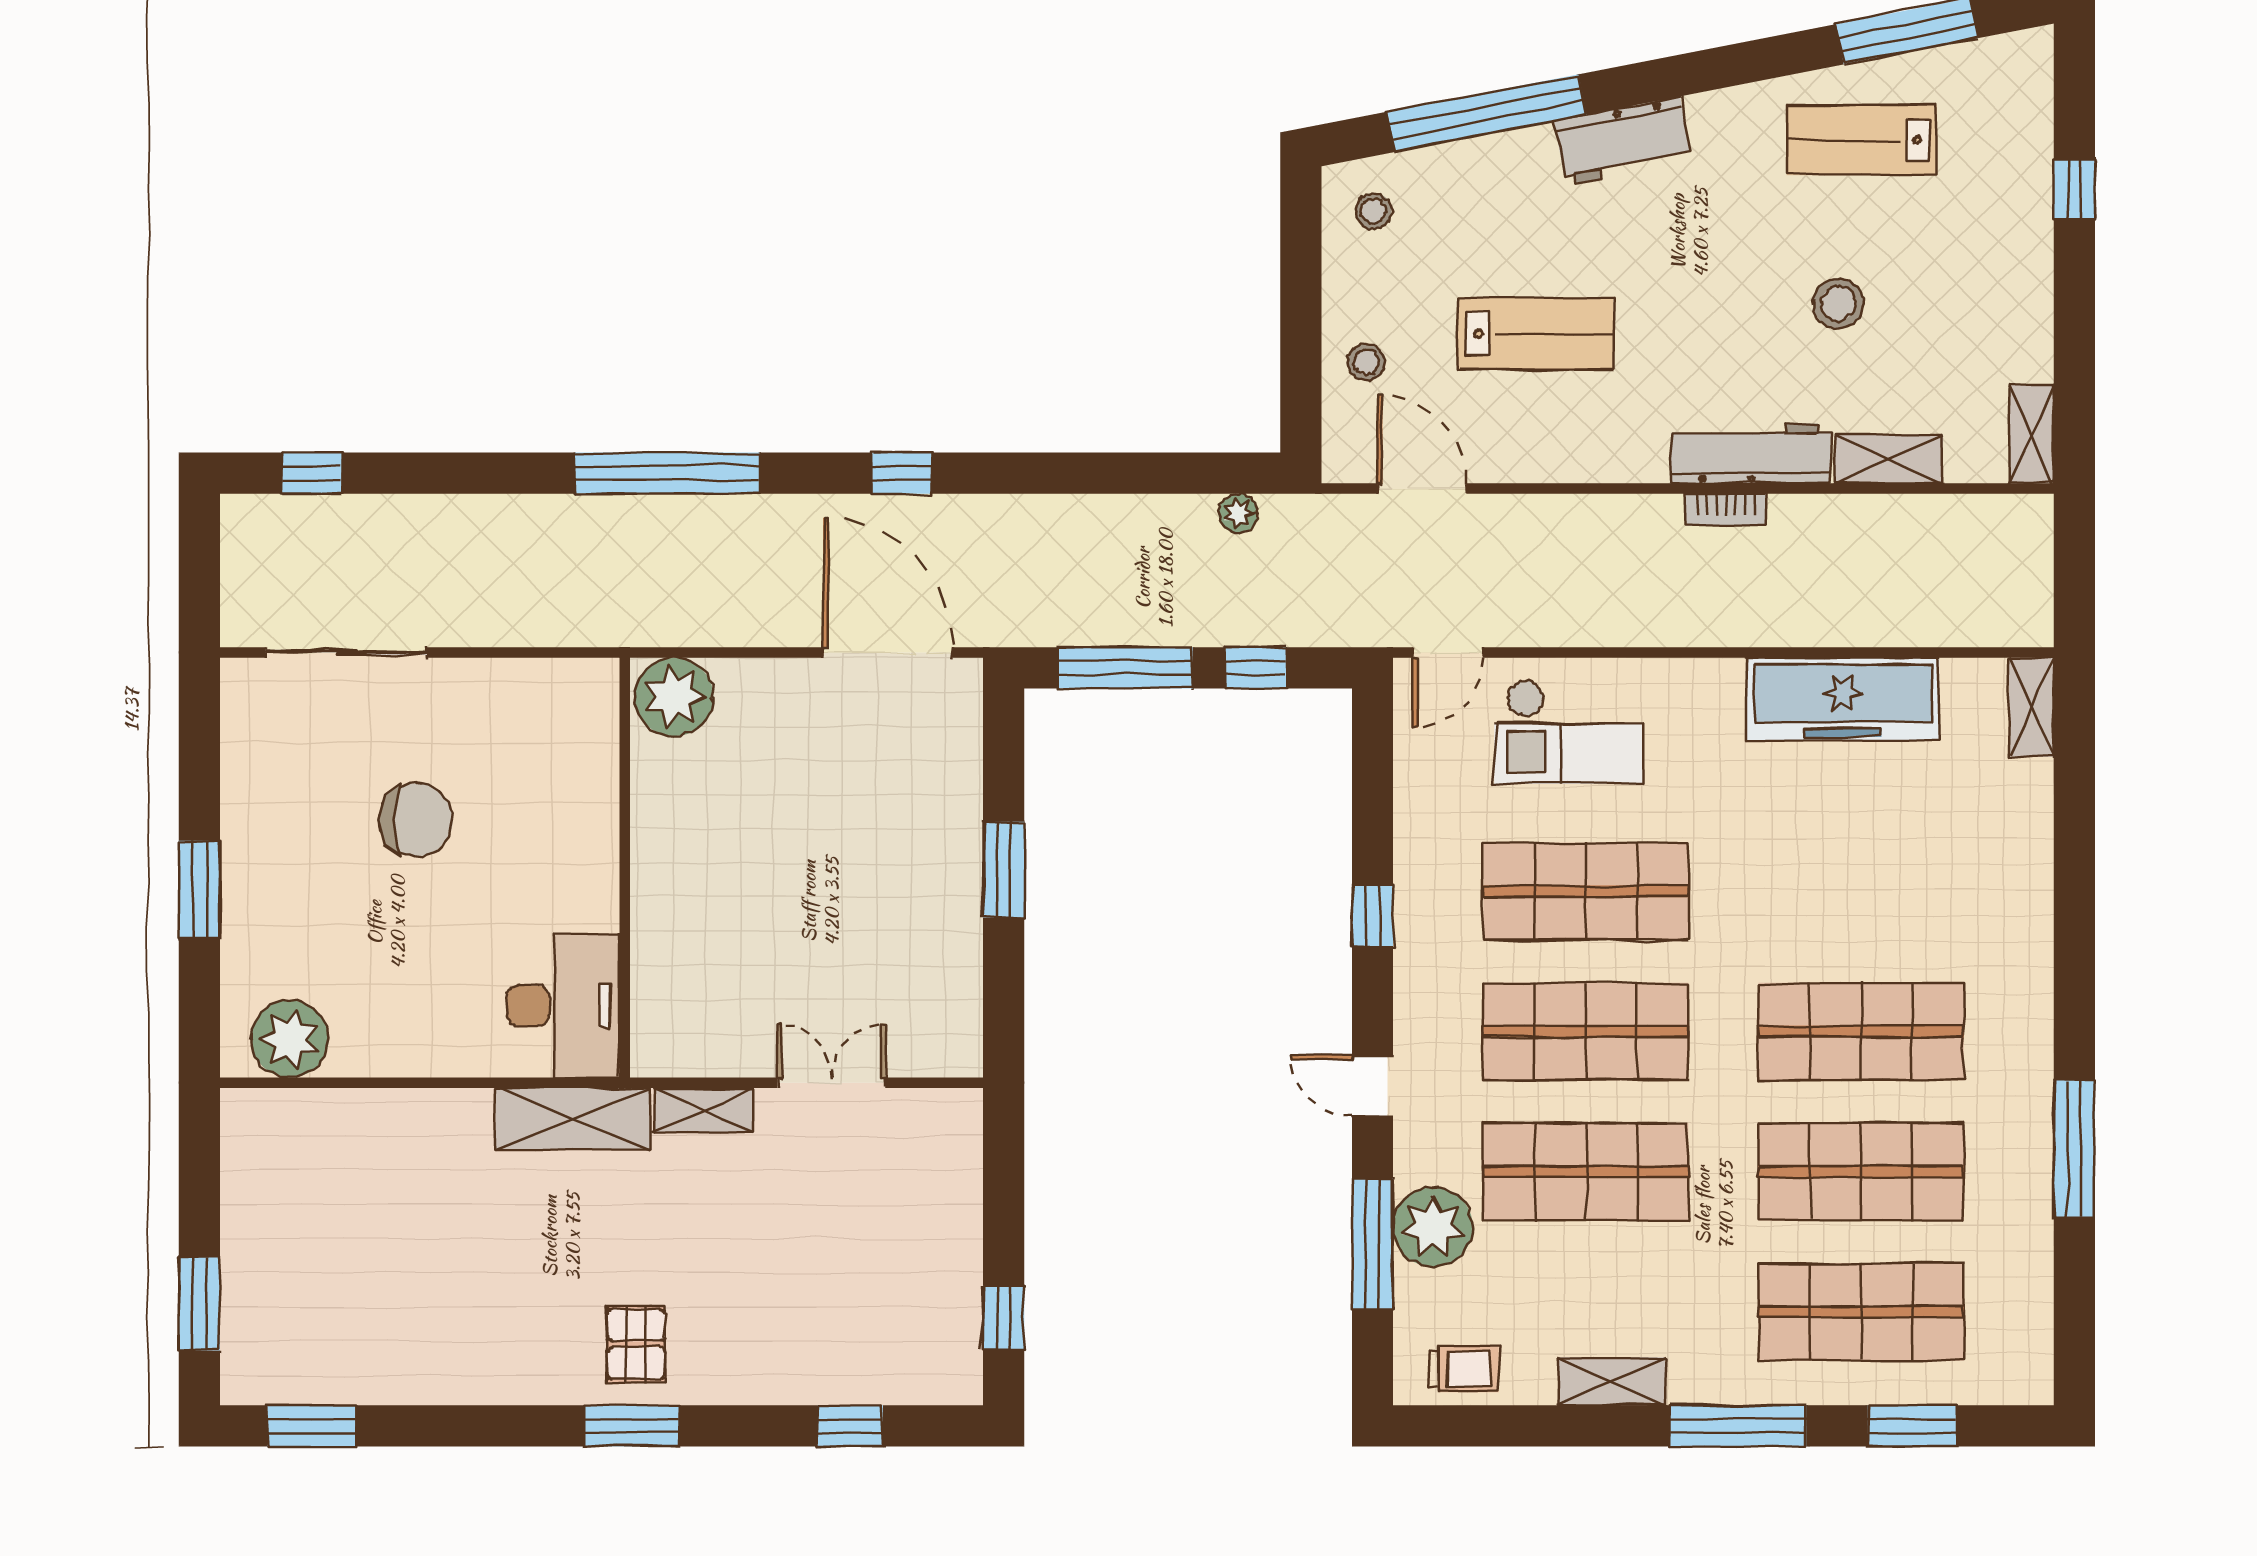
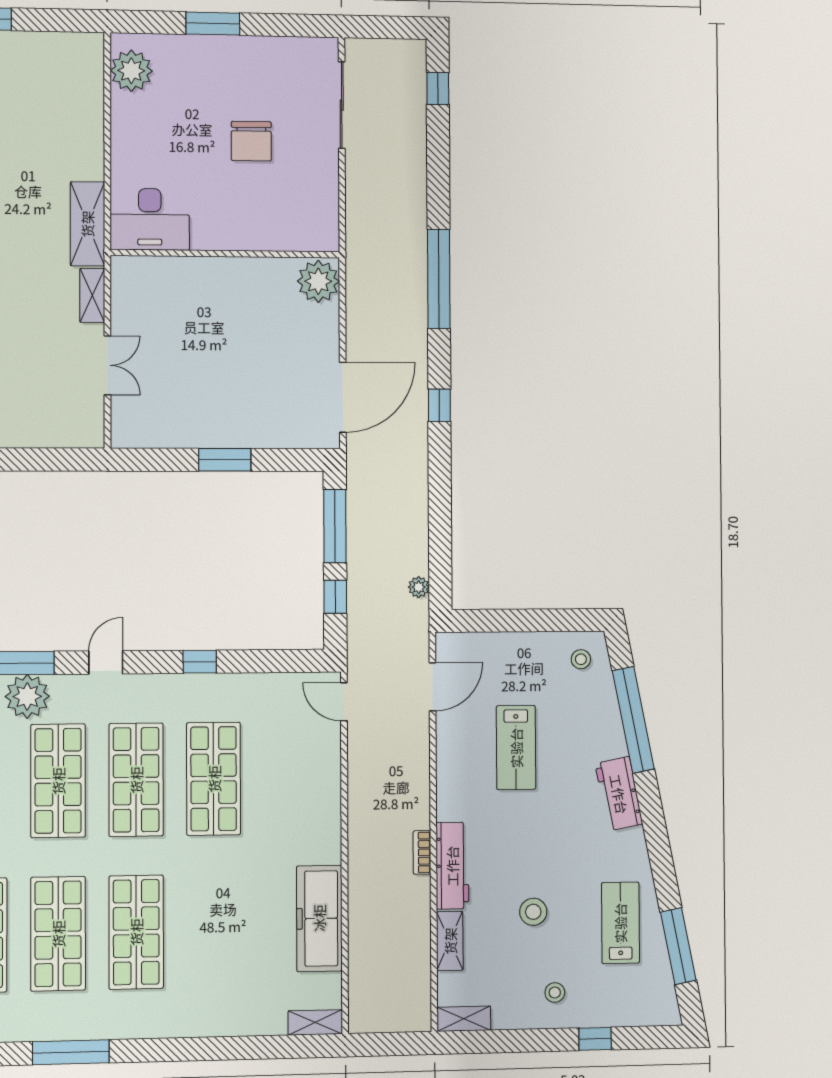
stool: (1366, 362) -> (555, 992), moved
checkout: (1569, 732) -> (301, 768), removed

